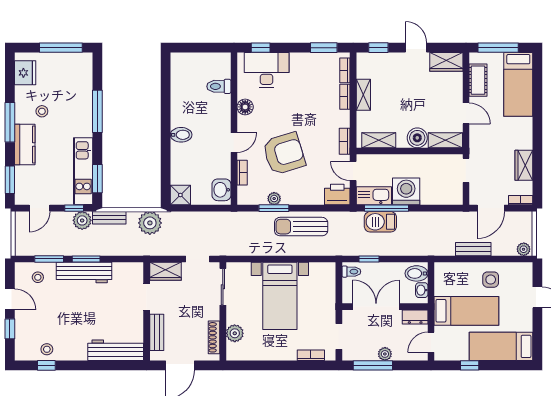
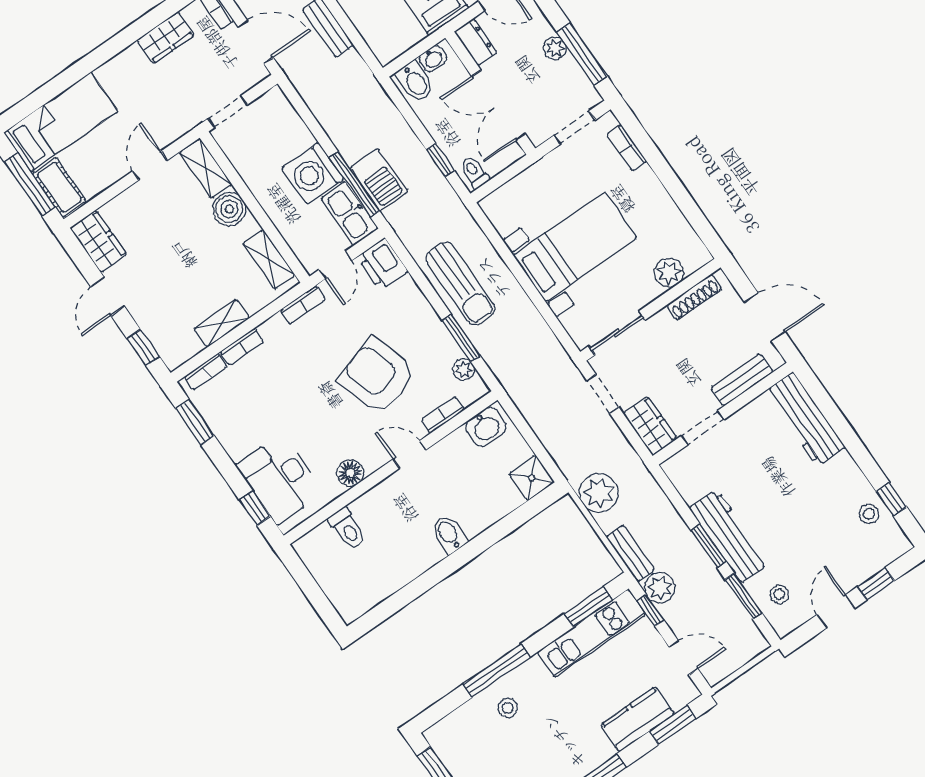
cot: (478, 80) -> (59, 187), moved, turned 90
stool: (42, 111) -> (508, 708), moved
kitchen counter: (25, 144) -> (637, 719), moved
plant: (274, 199) -> (464, 369), moved

